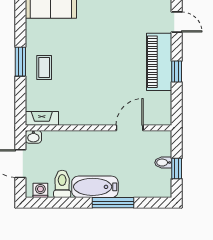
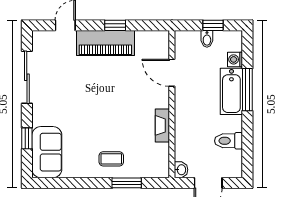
window: (20, 62) -> (127, 183), moved
fireplace: (42, 118) -> (162, 125), moved
bathtub: (95, 187) -> (231, 91), moved
washing machine: (40, 190) -> (235, 59), moved

